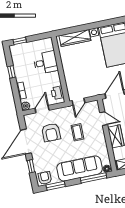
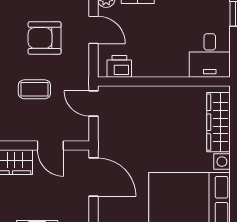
desk: (46, 63) -> (210, 55), moved
door: (104, 119) -> (50, 146), hinge flipped

